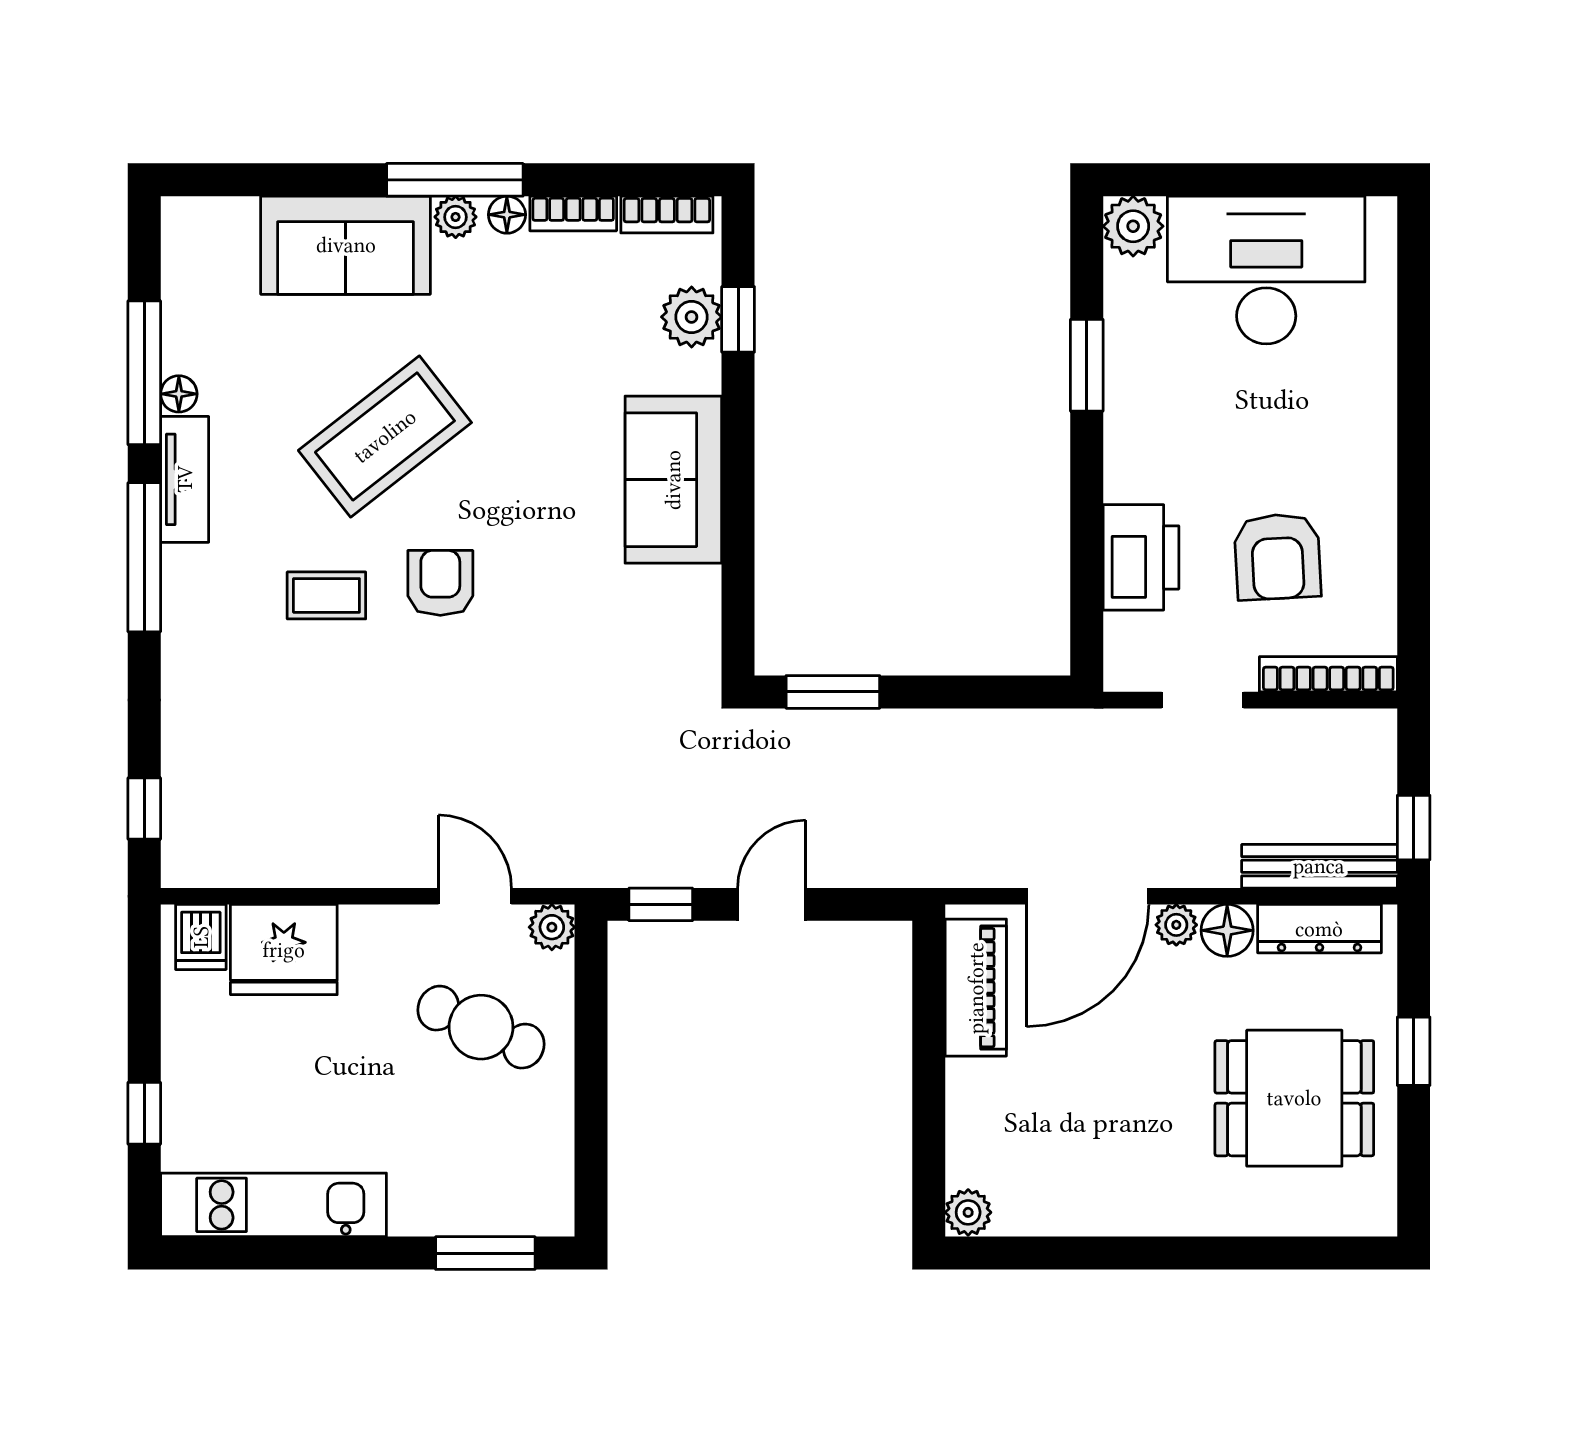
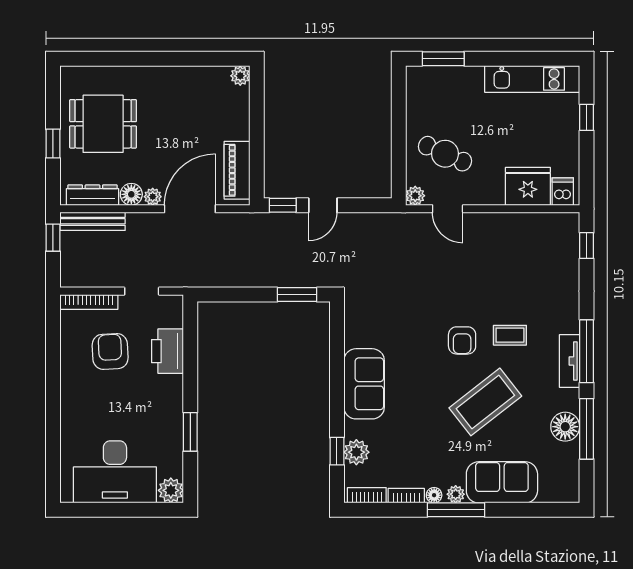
floor lamp: (179, 394) -> (565, 427), width x1.89, depth x1.89
tv unit: (185, 479) -> (570, 361), moved
window: (661, 904) -> (283, 205), moved

